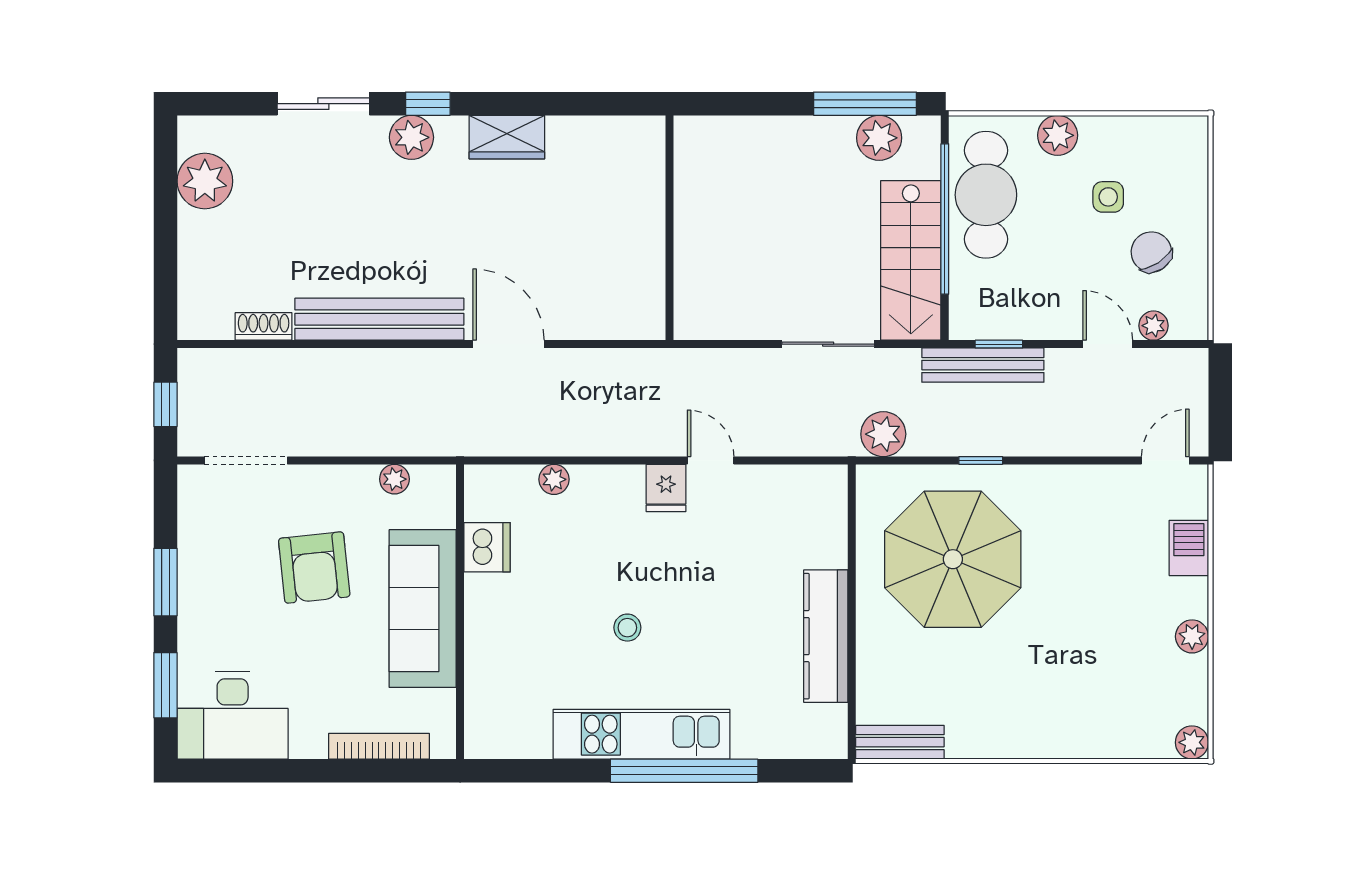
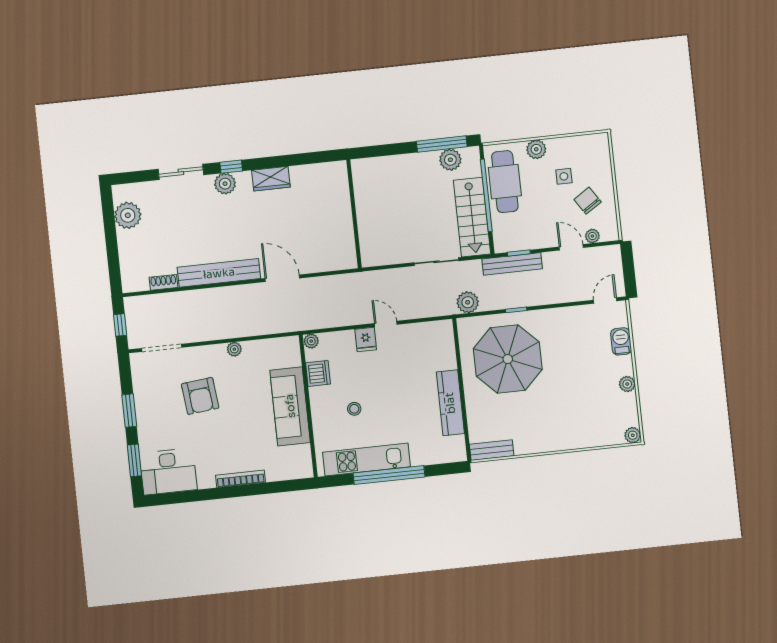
dishwasher: (487, 547) -> (318, 373), moved
sofa: (423, 609) -> (290, 406), moved
wall: (460, 612) -> (308, 406), moved

